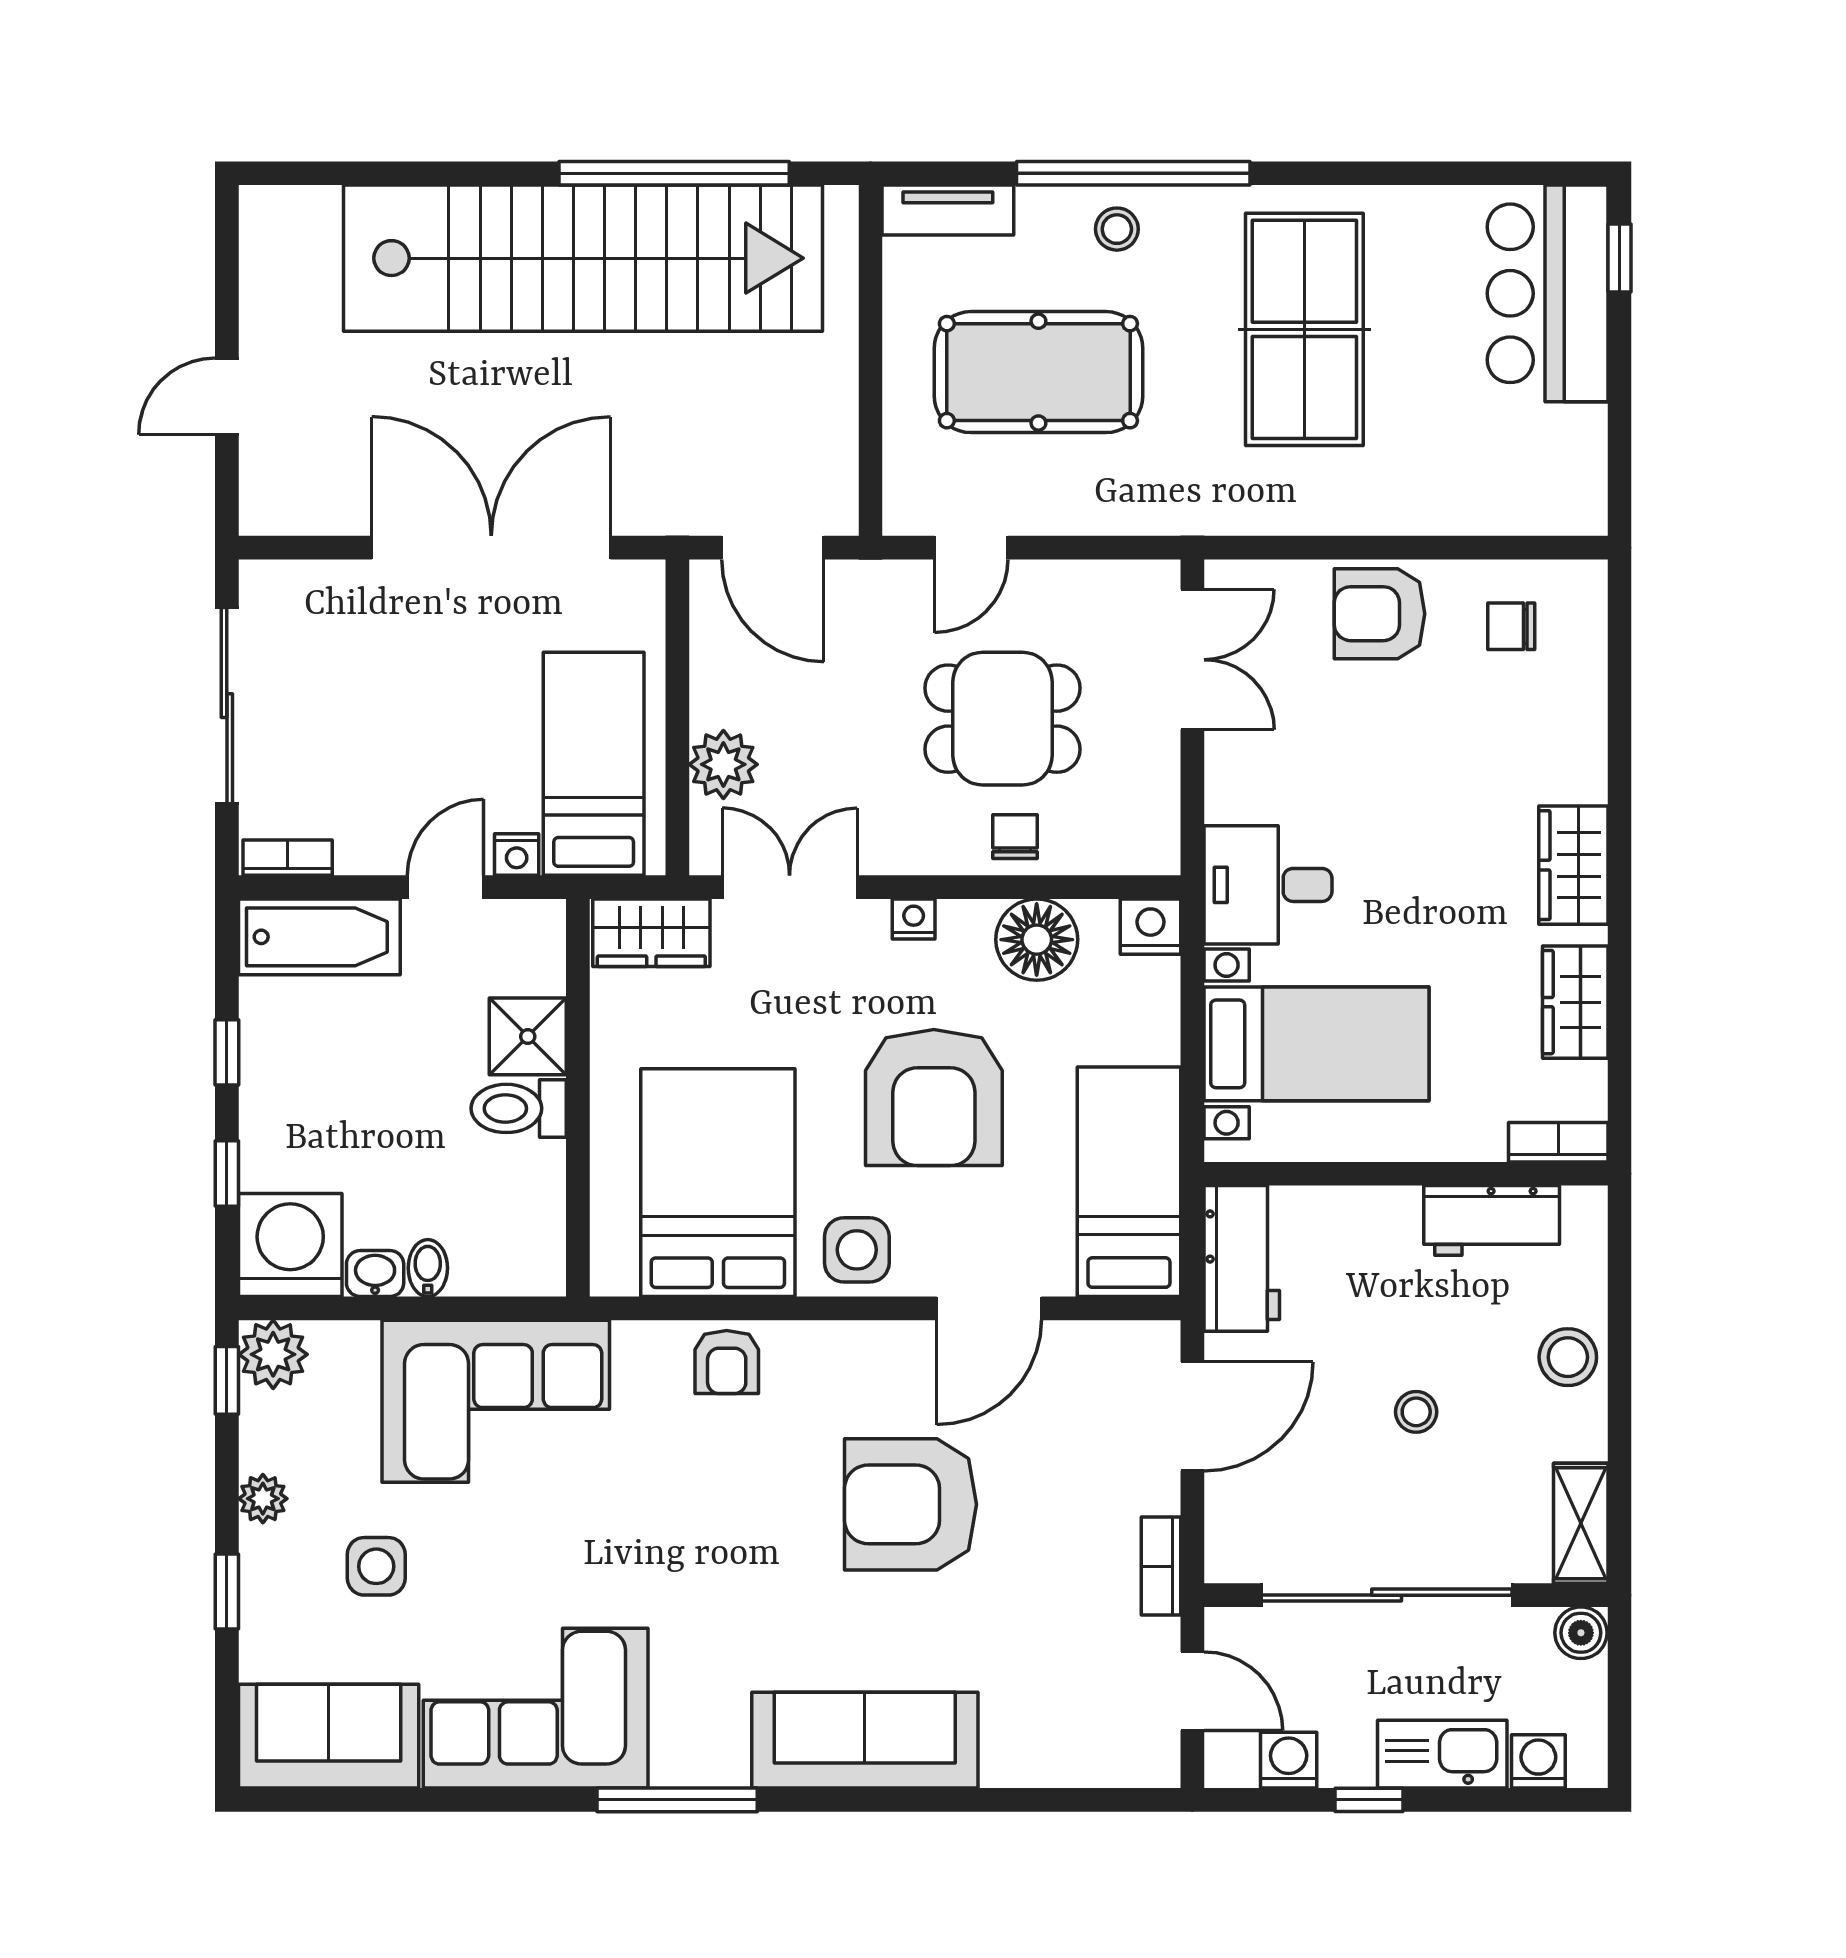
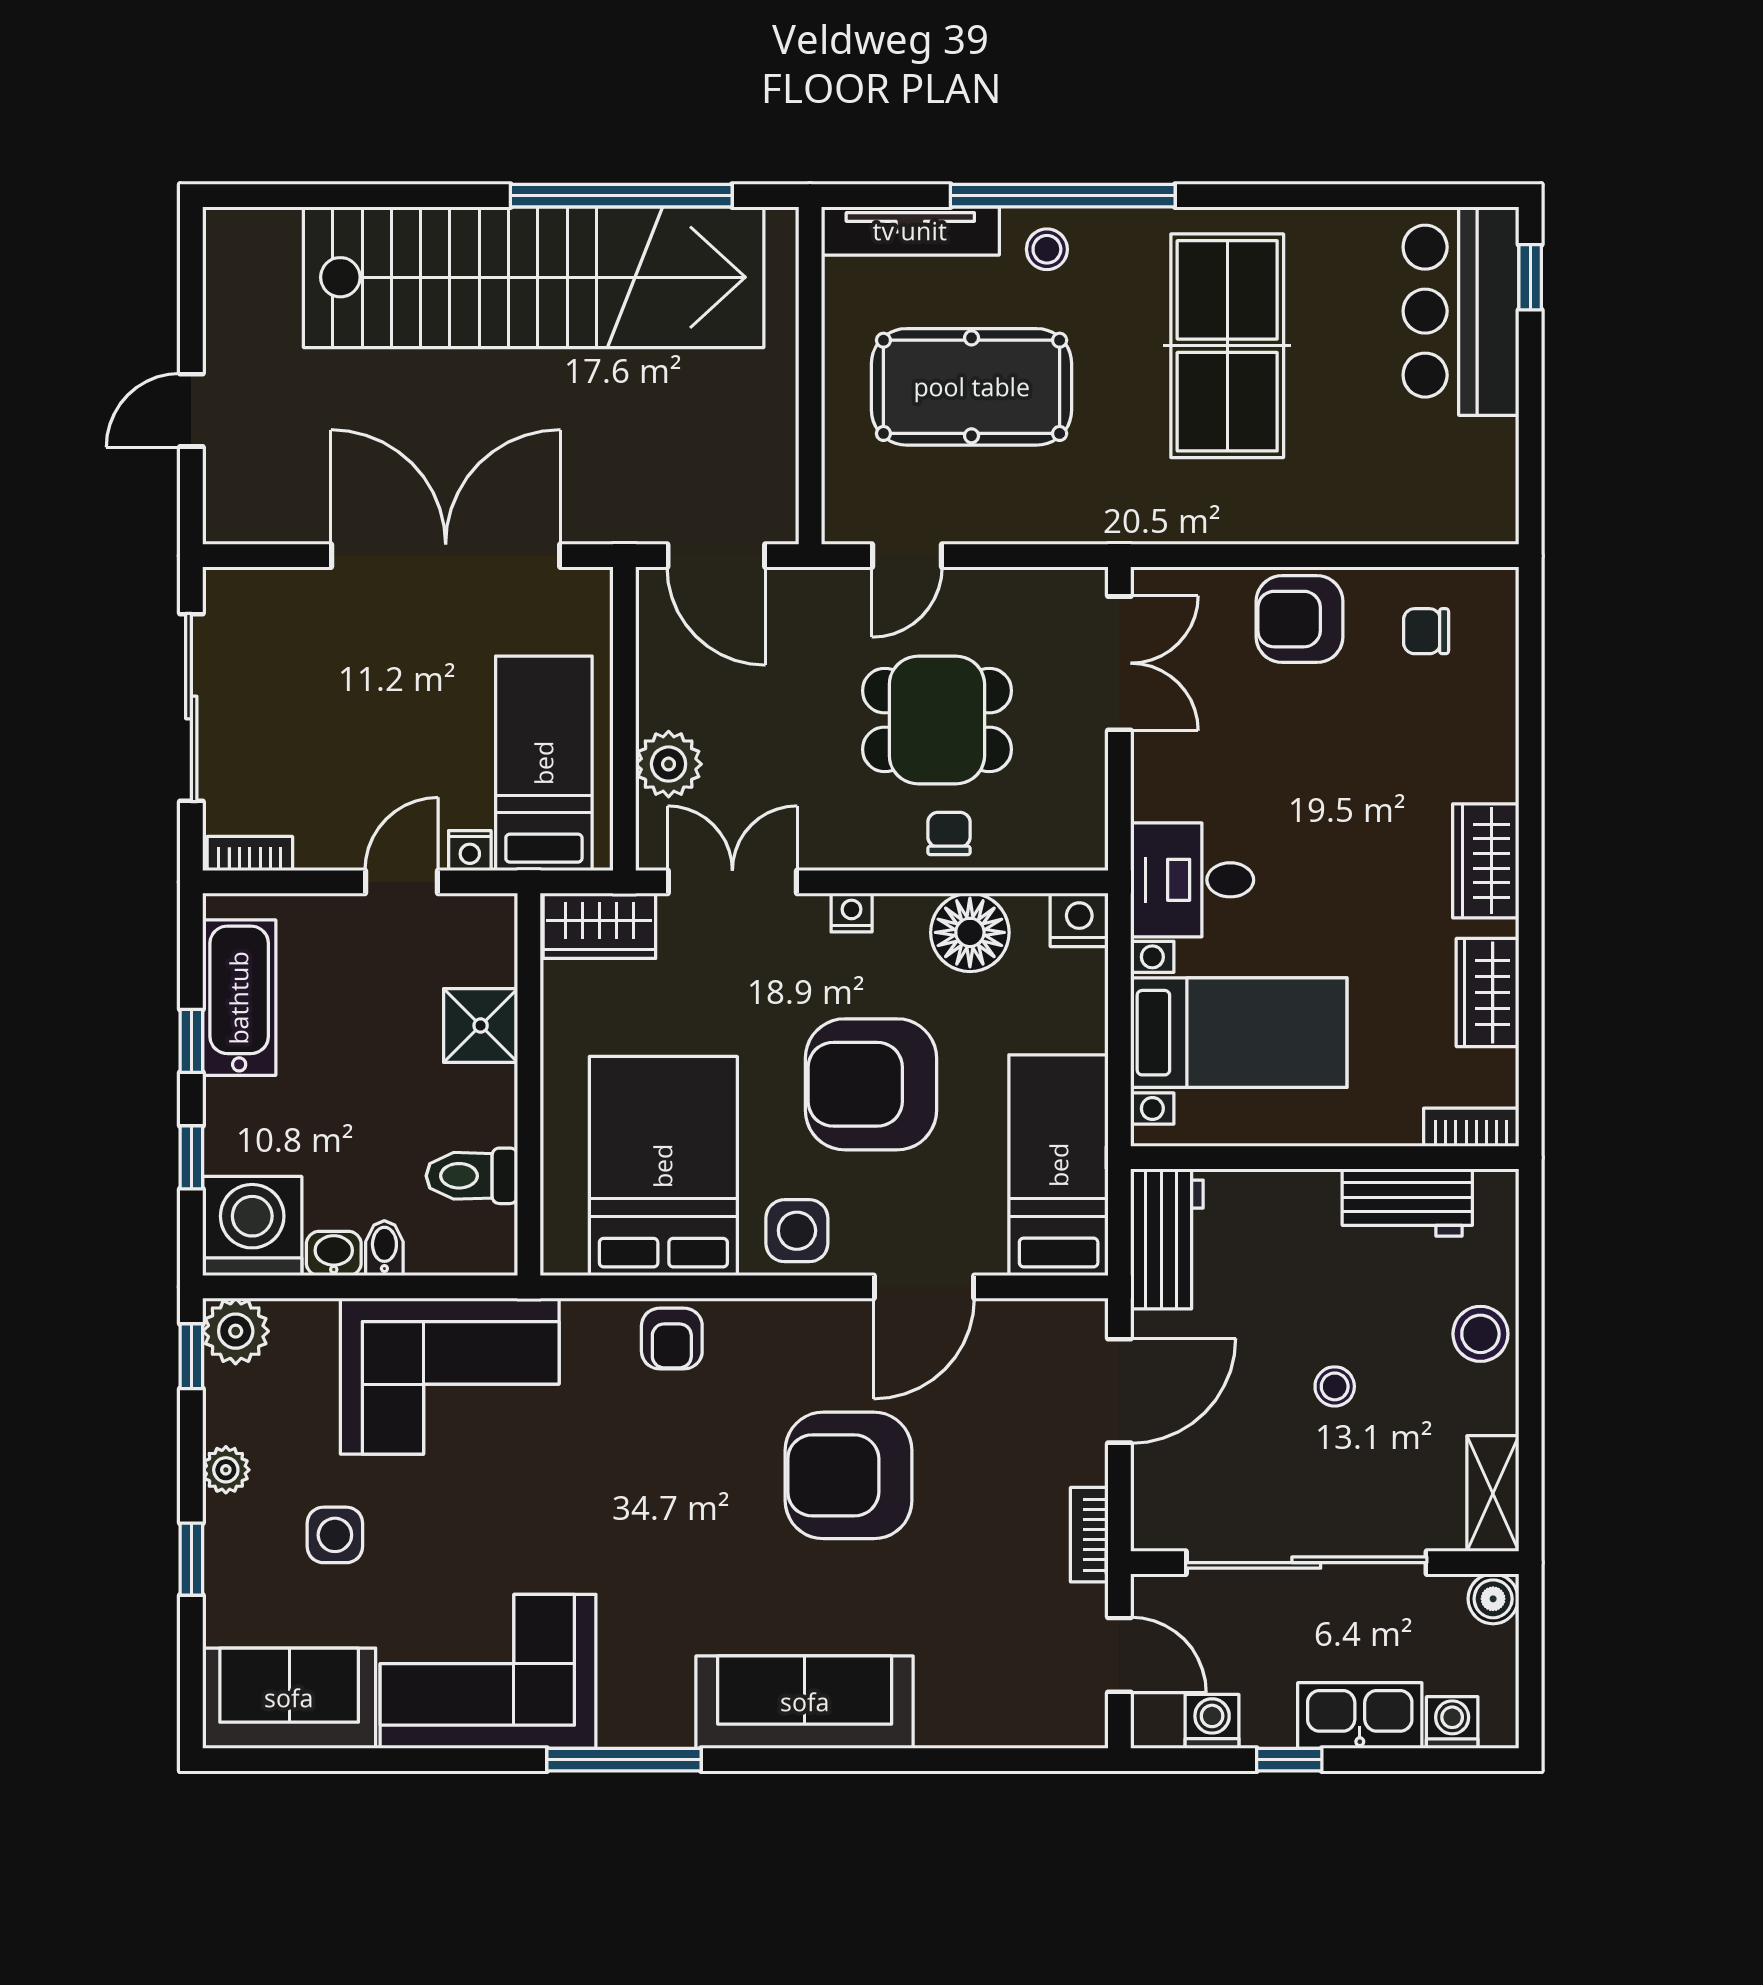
tv unit: (948, 210) -> (910, 231), width x1.41
bathtub: (319, 937) -> (239, 998), moved, turned -90
armchair: (934, 1098) -> (871, 1084), turned 90
toilet: (519, 1108) -> (472, 1176), moved

